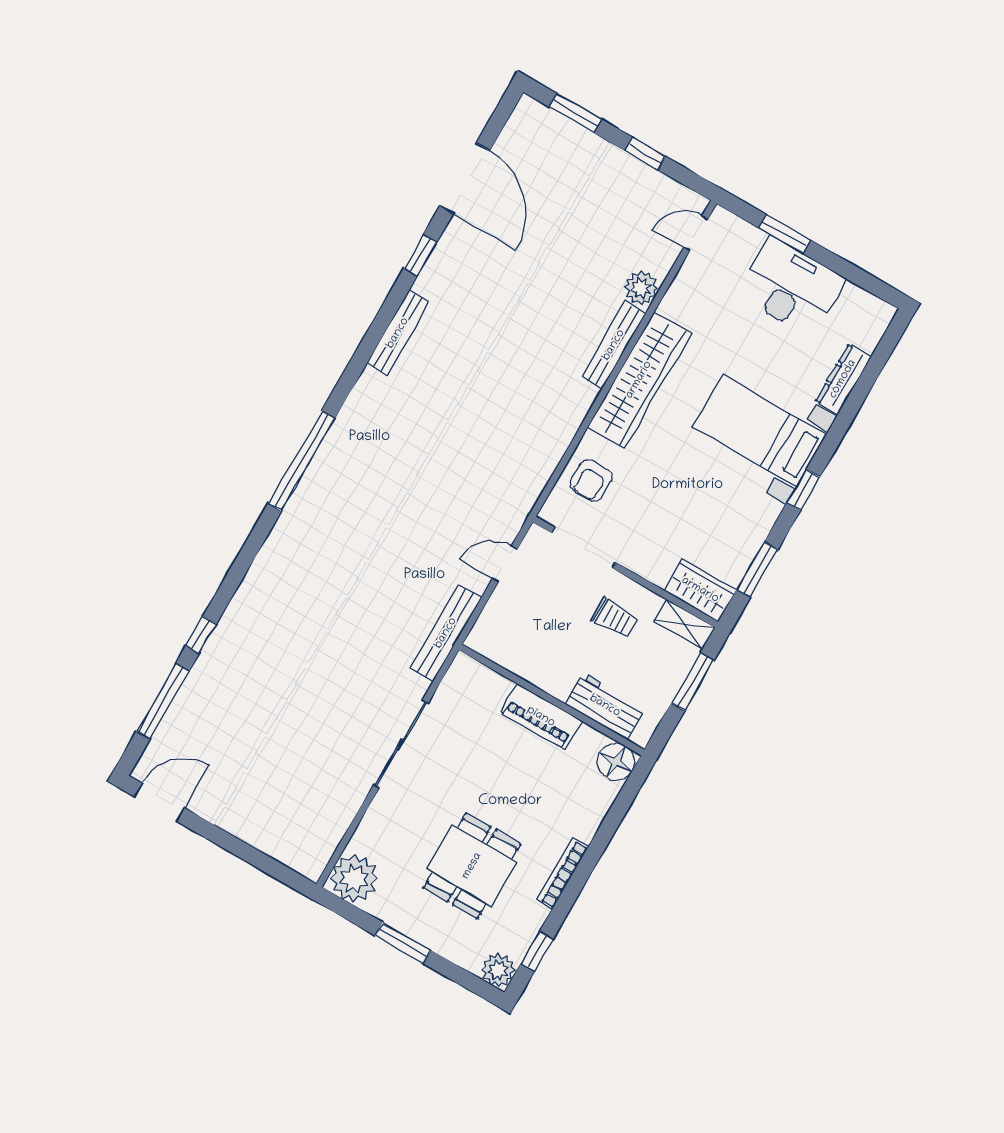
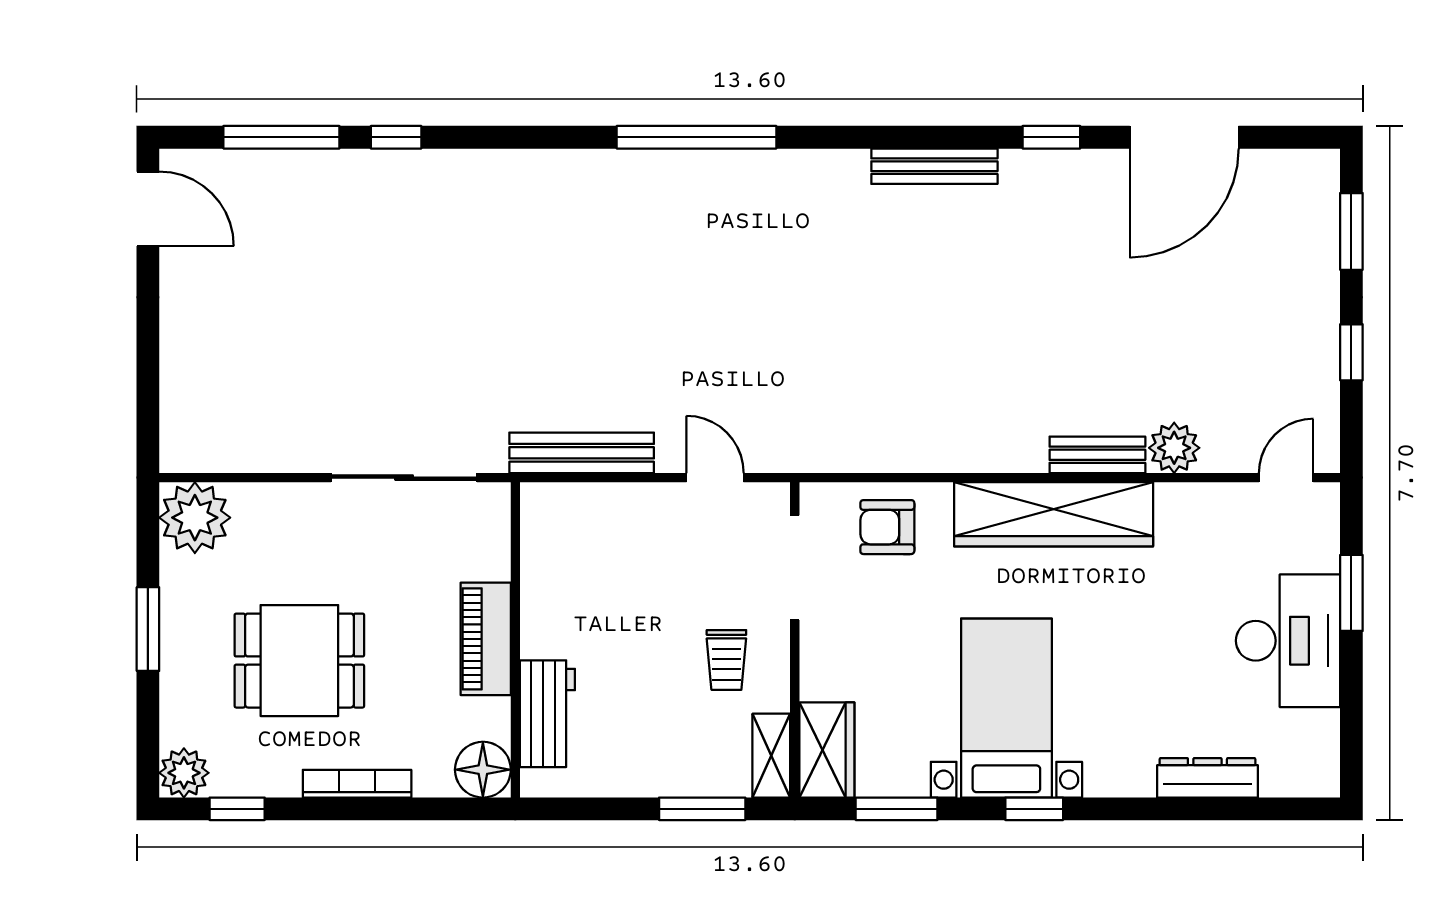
door: (696, 233) -> (1286, 478), hinge flipped
bench: (614, 345) -> (1097, 455), width x0.73
bed with nightstands: (760, 431) -> (1006, 708), moved
wall: (552, 700) -> (515, 640), moved
workbench: (605, 706) -> (547, 714), moved
piano: (541, 717) -> (486, 639), moved
floor lamp: (616, 762) -> (483, 770), moved

